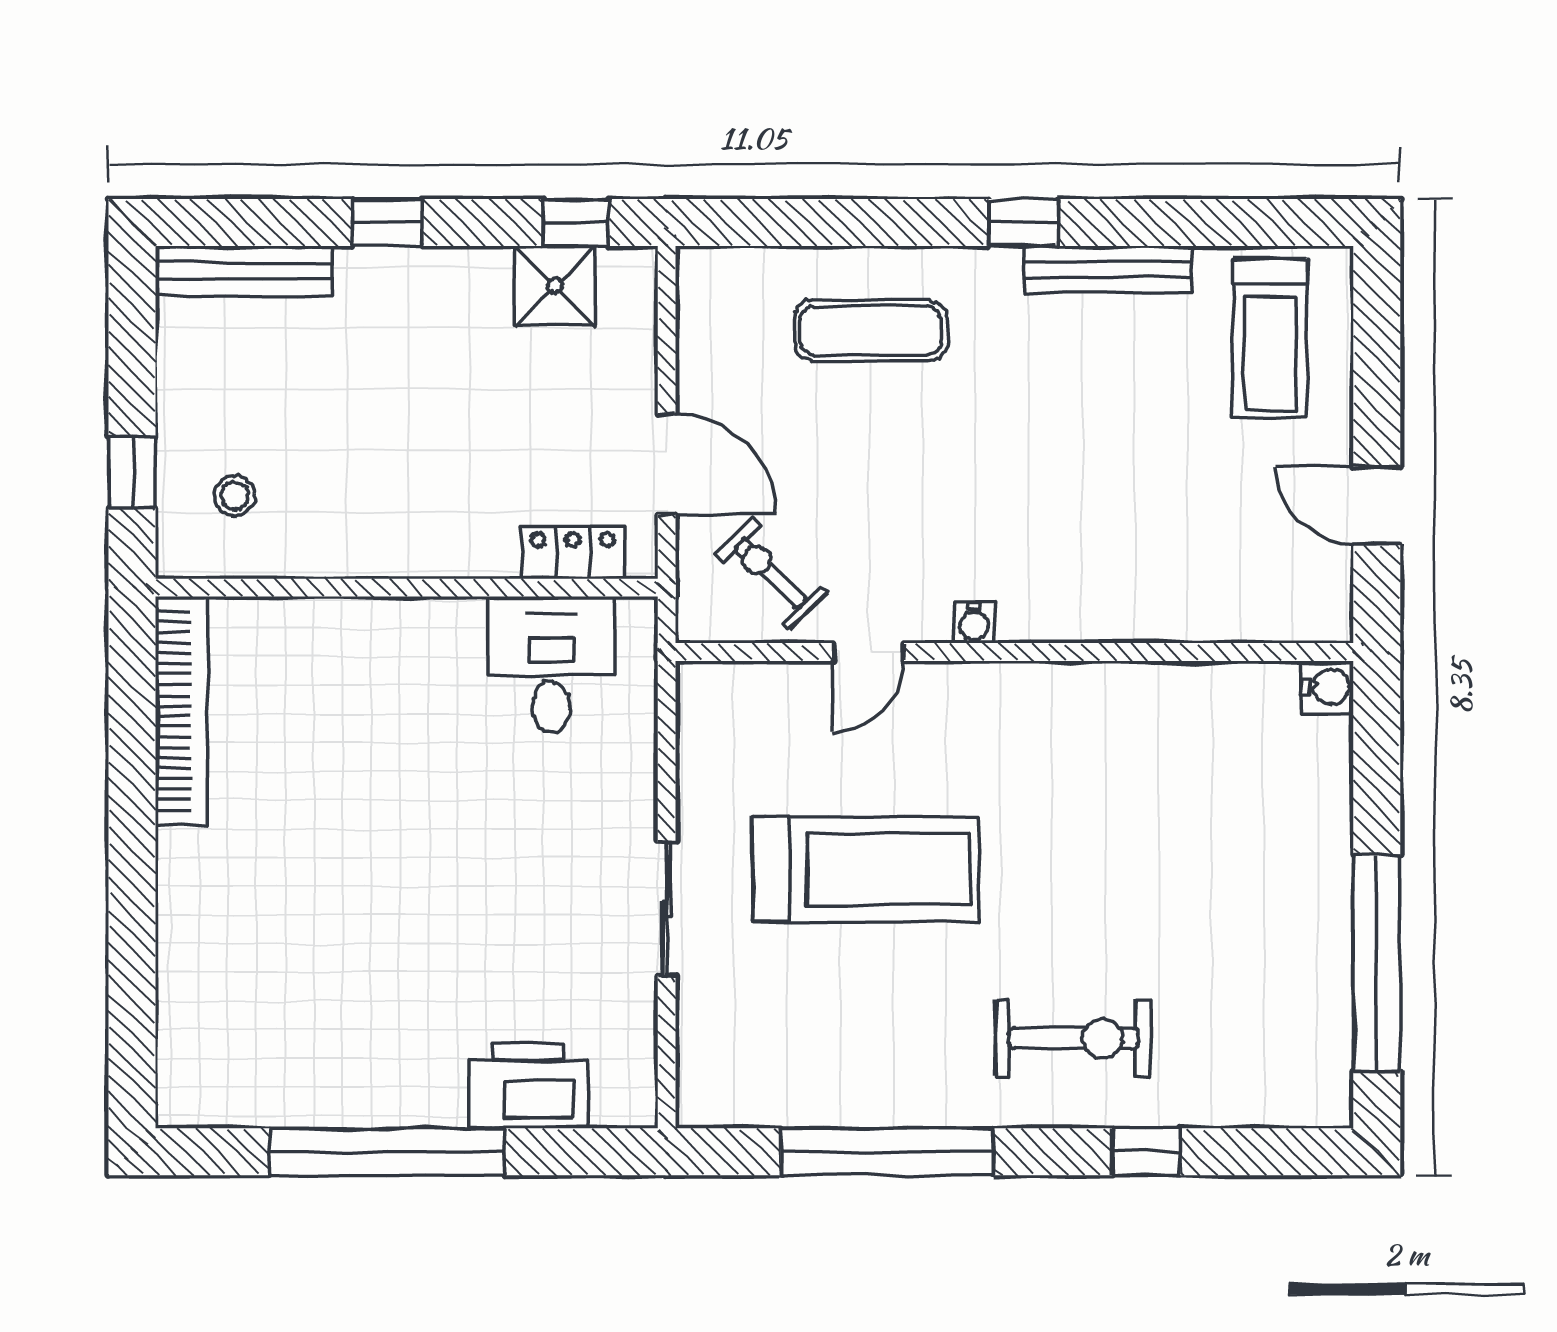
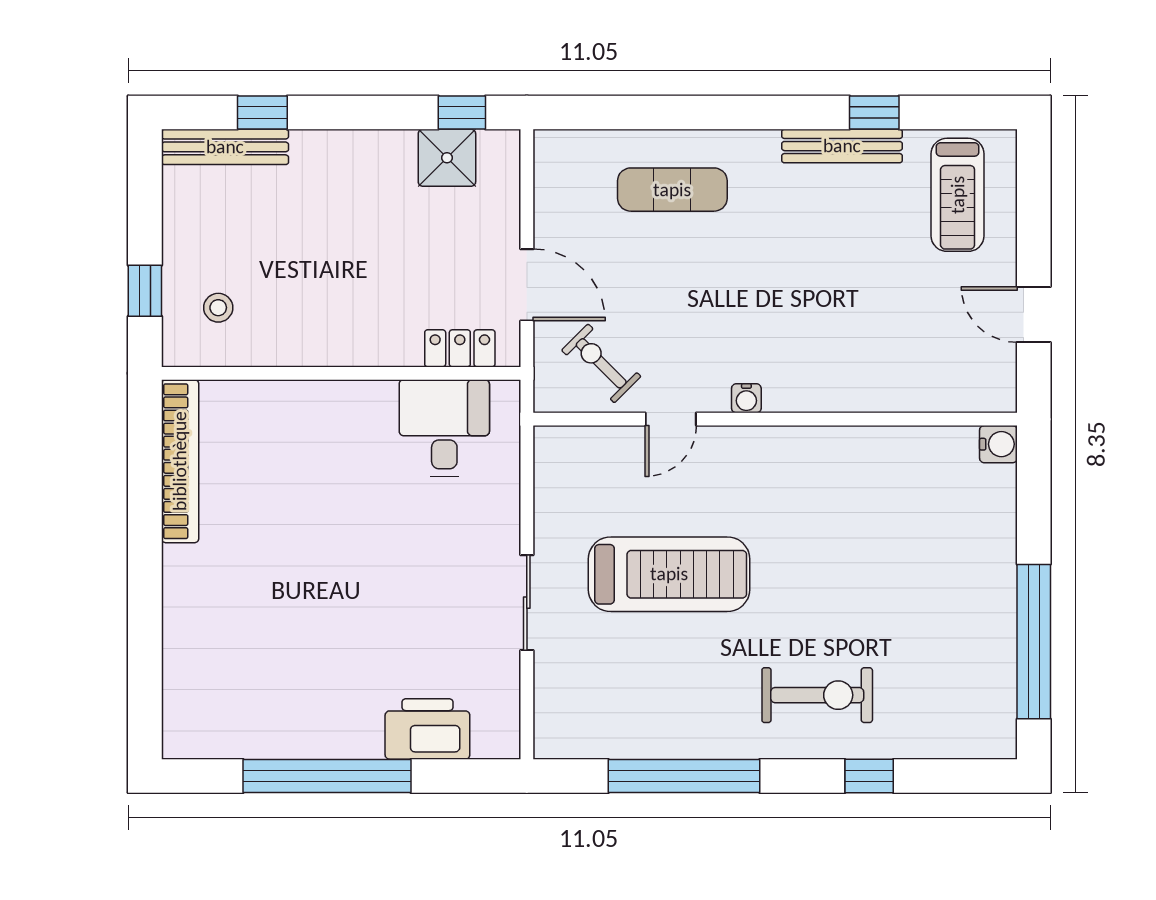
window: (387, 222) -> (262, 112), moved
window: (1023, 222) -> (874, 112), moved

